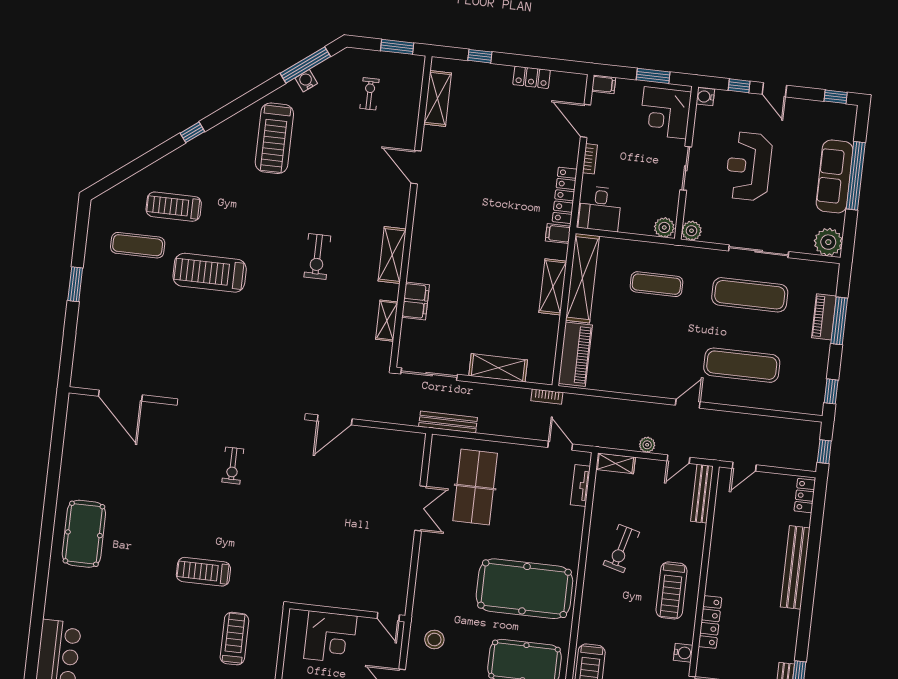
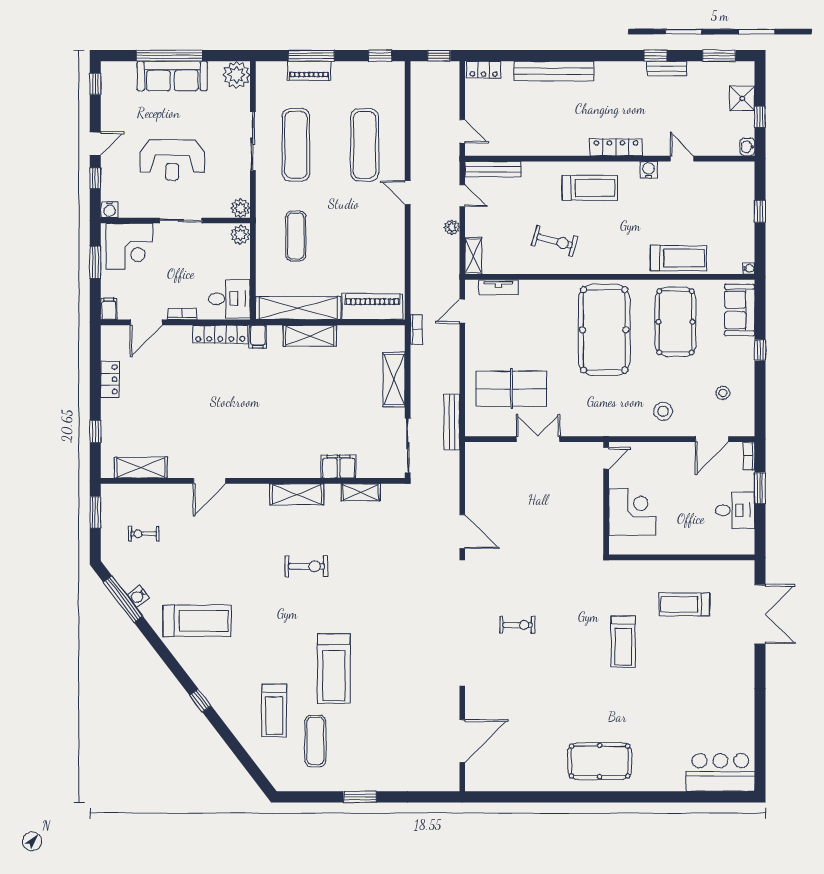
wall: (347, 612) -> (606, 498), moved
door: (388, 617) -> (606, 458), moved
corner desk: (330, 637) -> (632, 512), moved

